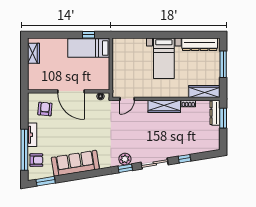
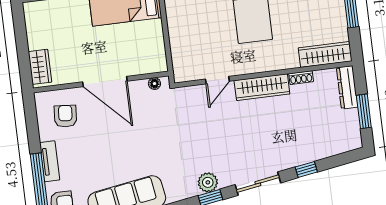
wardrobe: (33, 53) -> (40, 67), moved
door: (127, 99) -> (217, 80), moved
window: (223, 118) -> (364, 111), moved

